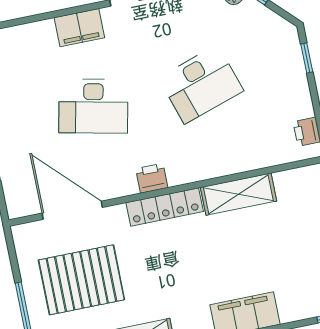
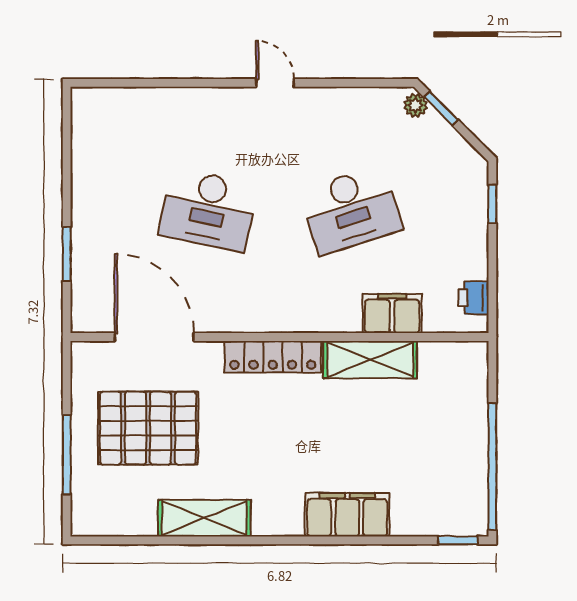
filing cabinet: (79, 28) -> (392, 314), moved, turned 180
printer: (152, 178) -> (264, 317), removed

